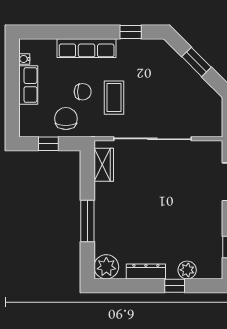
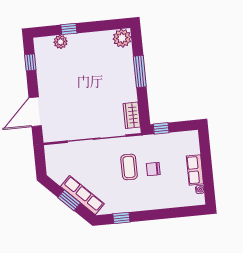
row of seats: (87, 48) -> (82, 195), moved, turned 45
chair: (66, 119) -> (164, 147), removed
window: (48, 144) -> (161, 128), moved
dresser: (146, 271) -> (92, 38), removed

